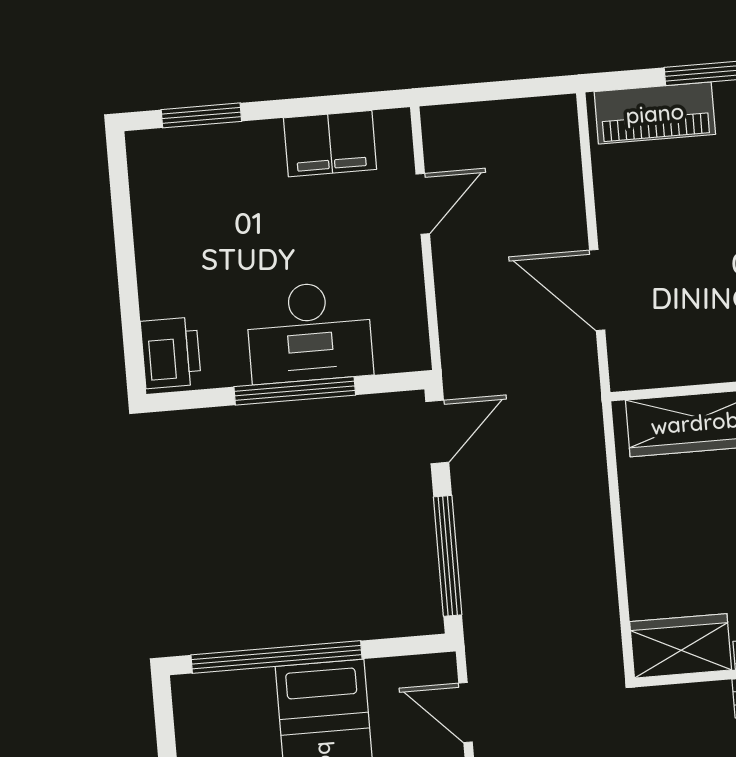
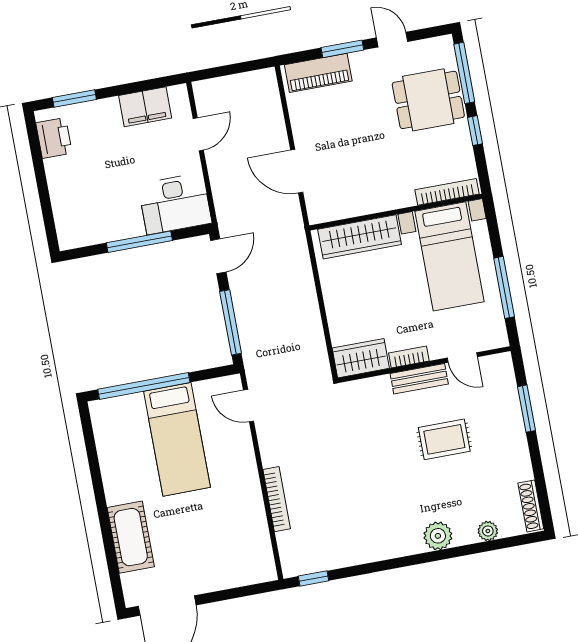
desk: (309, 332) -> (175, 204), moved
printer: (171, 353) -> (54, 138), moved

